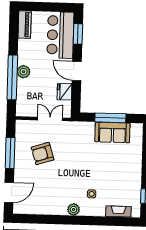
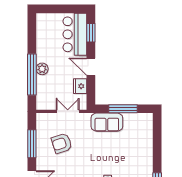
piano: (25, 25) -> (42, 26), removed
sofa: (112, 132) -> (107, 122), moved

